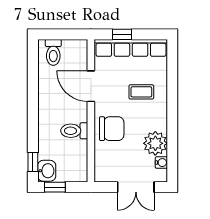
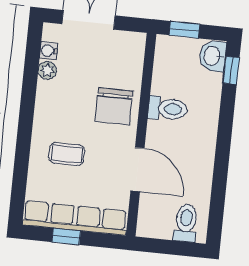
window: (122, 34) -> (66, 237), moved
chair: (112, 129) -> (114, 106), turned -90
plant: (155, 143) -> (47, 70), width x0.53, depth x0.53
window: (55, 187) -> (184, 30), moved

